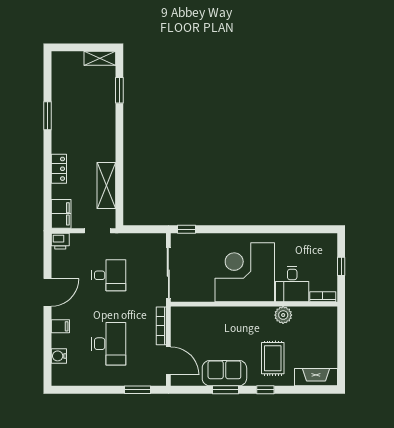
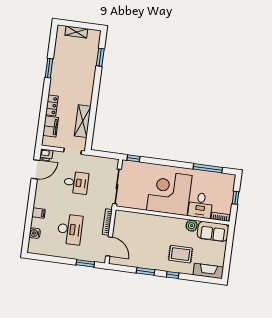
shelving: (100, 58) -> (76, 32), moved
filing cabinet: (61, 214) -> (51, 126), moved
window: (296, 229) -> (208, 168), added
door: (48, 292) -> (35, 169), moved
rug: (273, 358) -> (181, 254), turned 90
sofa: (224, 373) -> (213, 231), moved, turned 180

